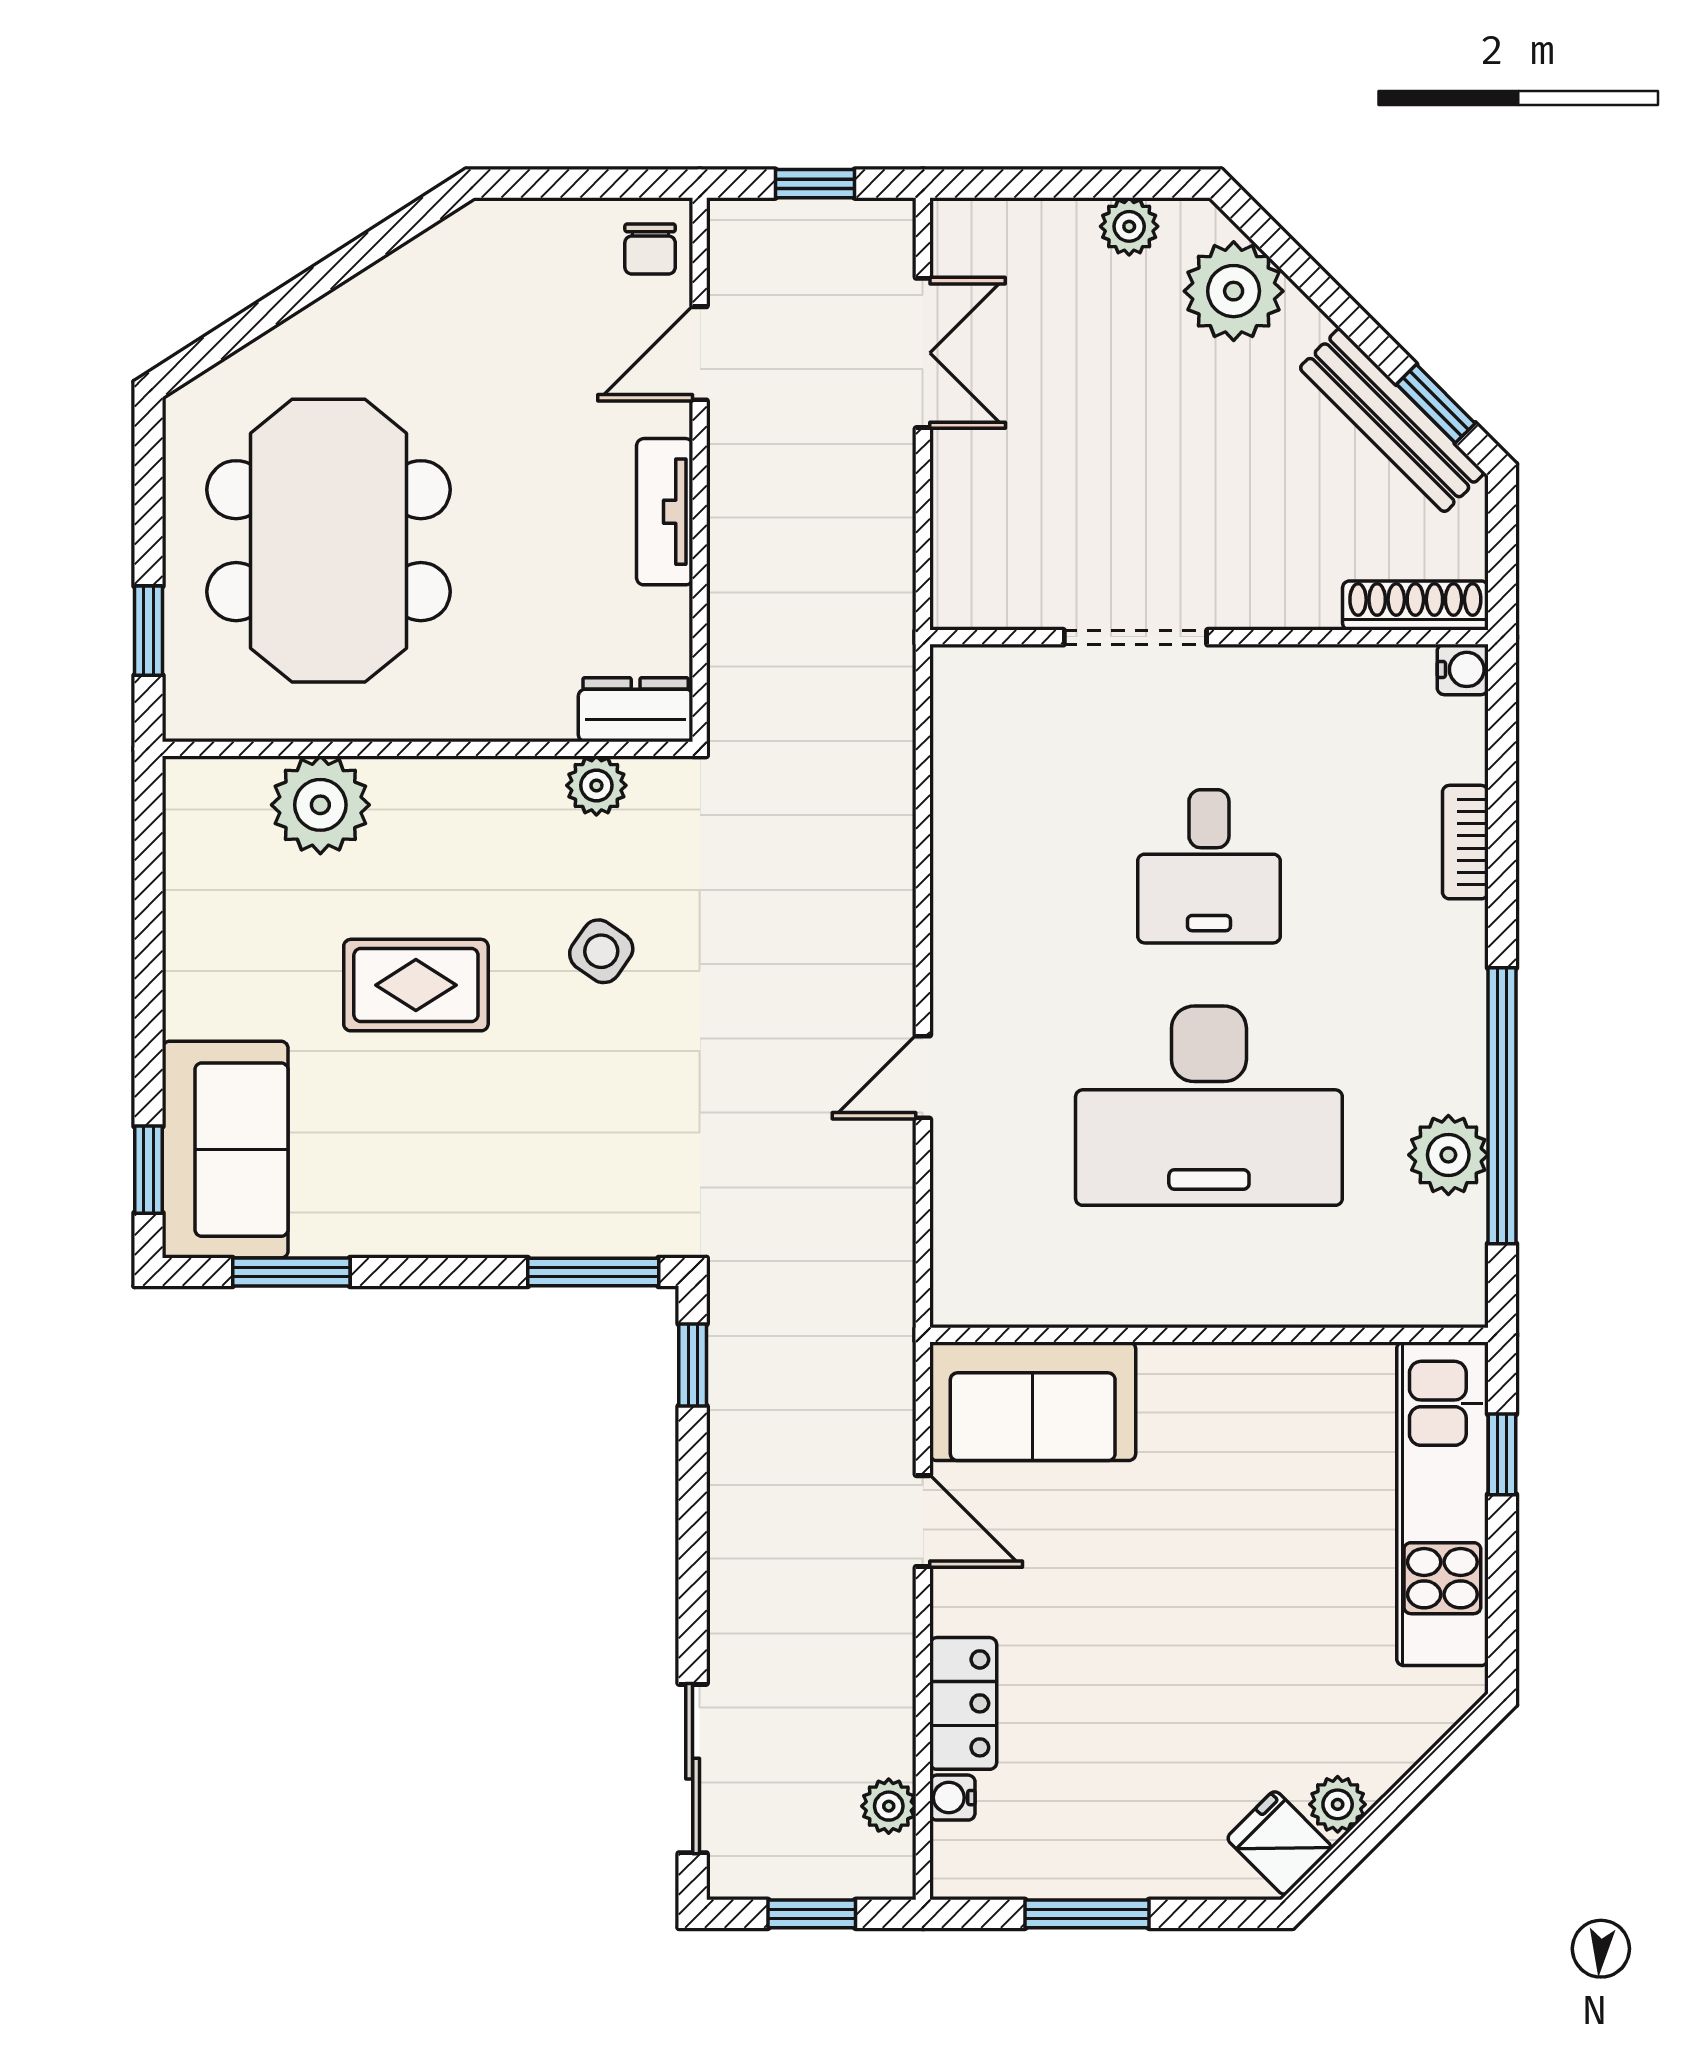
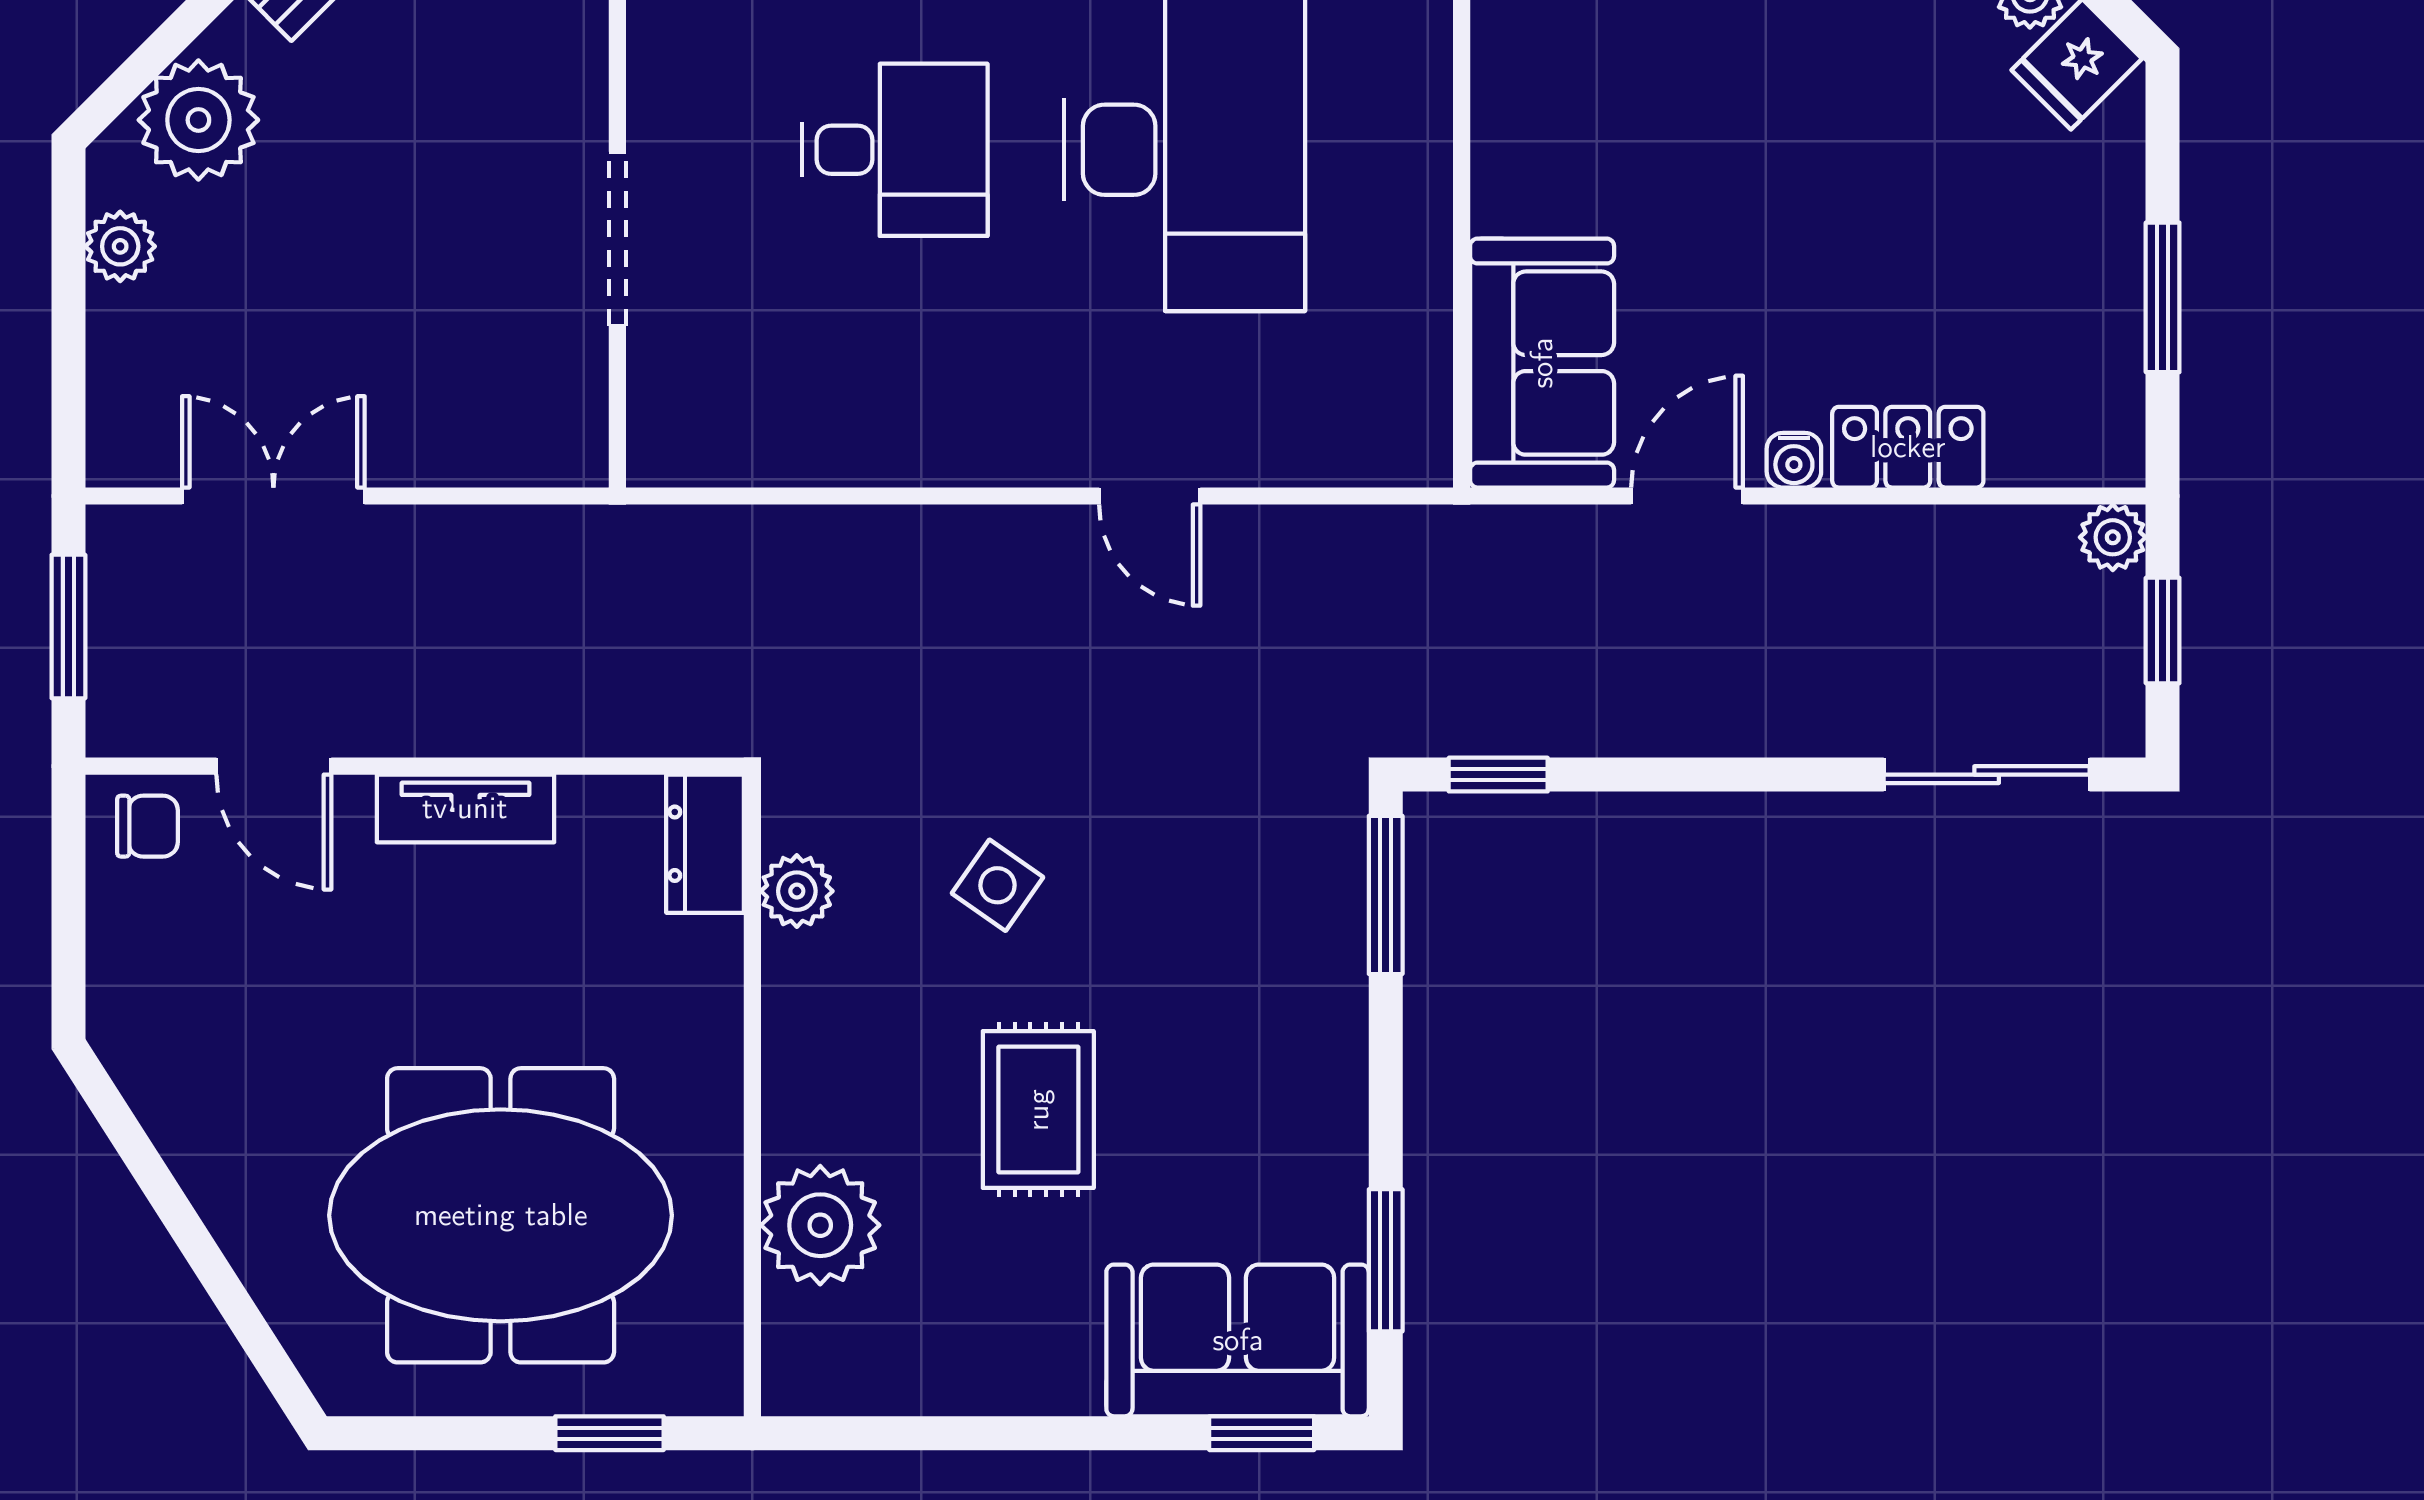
window: (815, 184) -> (68, 627), width x1.50
water cooler: (952, 1798) -> (1794, 460), moved
plant: (889, 1806) -> (2113, 537), moved

